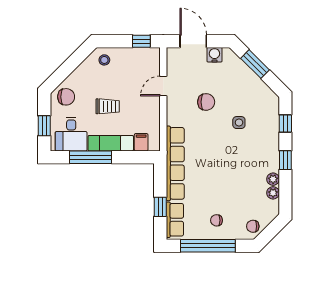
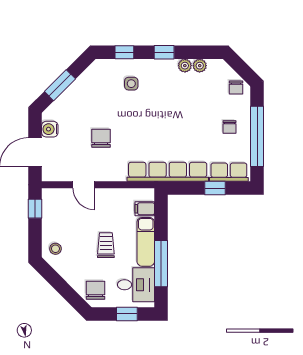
side table: (239, 123) -> (131, 84), moved

